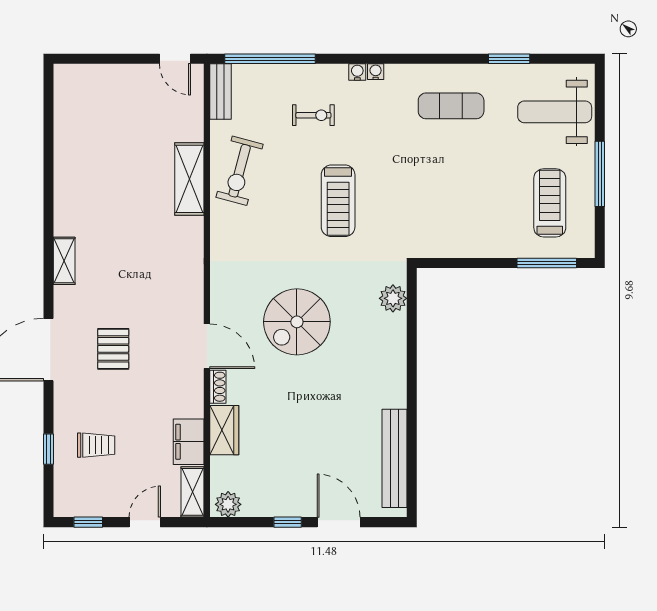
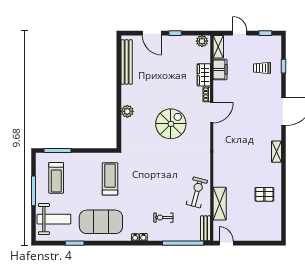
exercise mat: (451, 106) -> (101, 222), width x2.00, depth x1.45
shelving: (189, 179) -> (220, 204), moved
treadmill: (338, 201) -> (110, 179), moved
plant: (393, 298) -> (127, 111), moved
door: (207, 346) -> (212, 113), swing flipped
pallet: (113, 349) -> (264, 194), moved, turned 90
door: (145, 522) -> (240, 33), swing flipped

